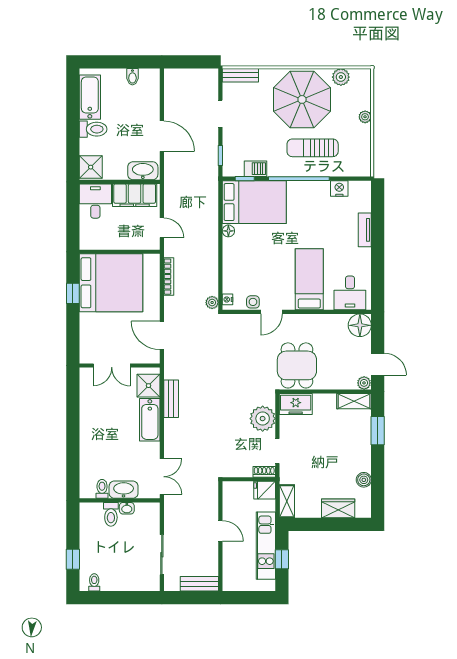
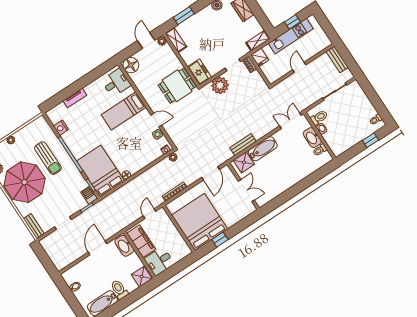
barbecue: (256, 169) -> (89, 195), moved
toilet: (111, 514) -> (319, 117), moved

